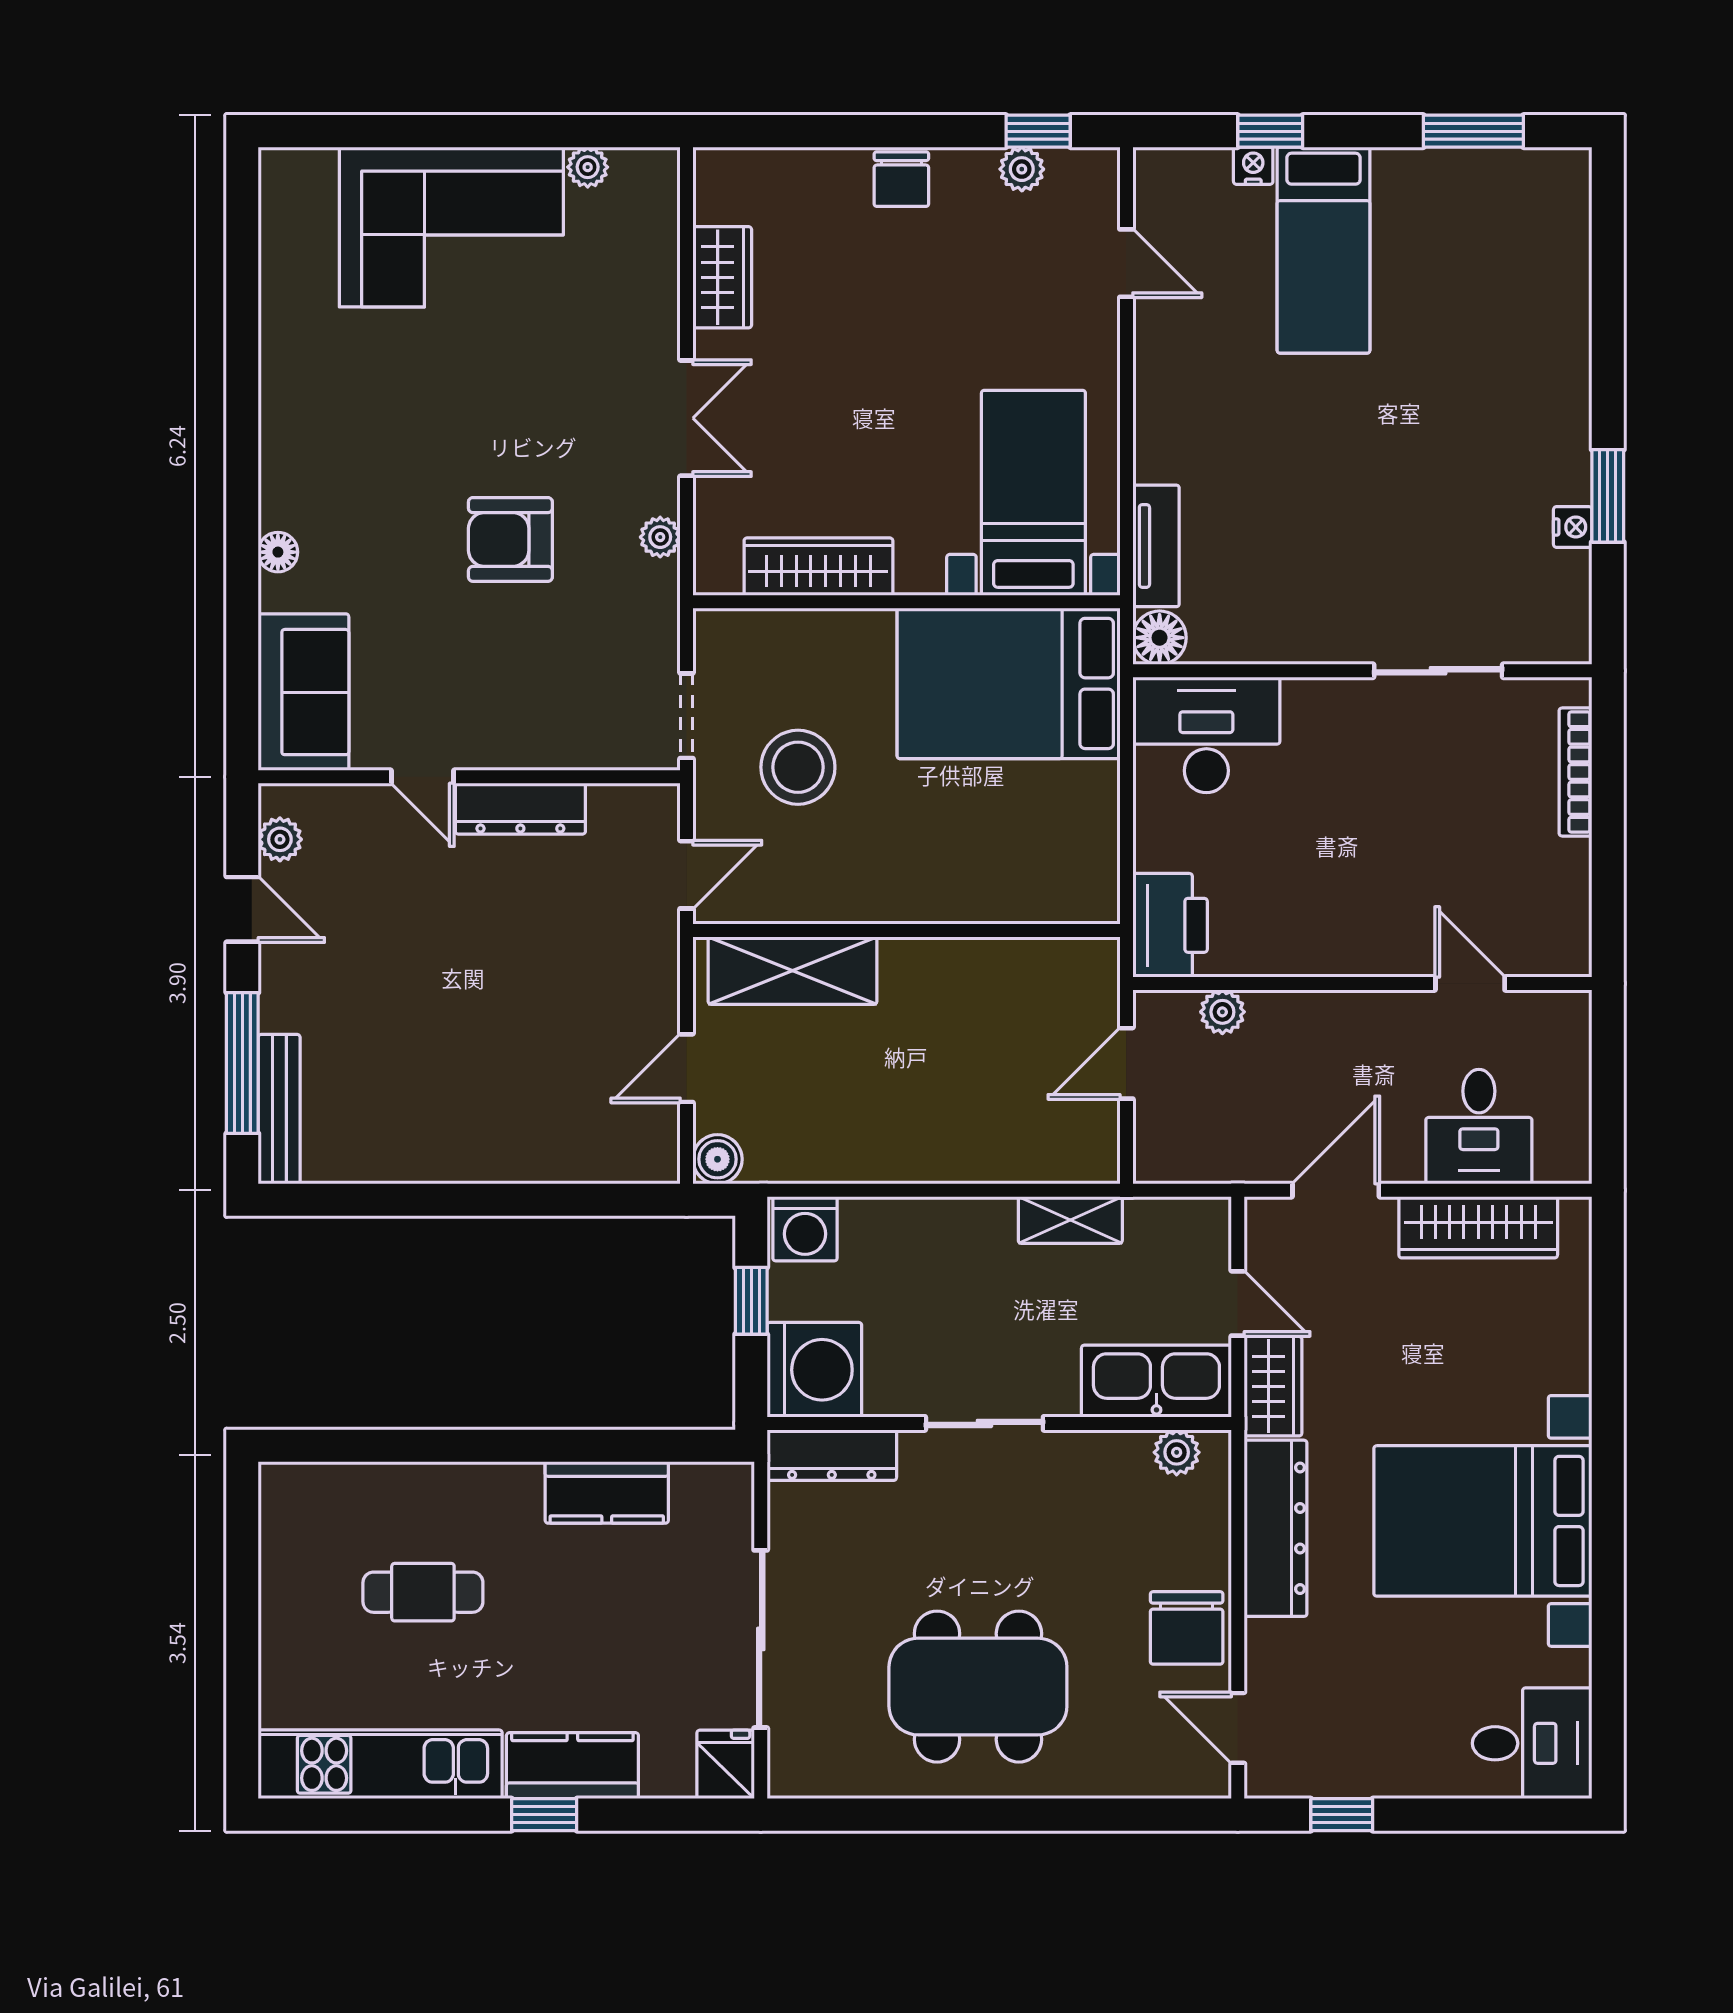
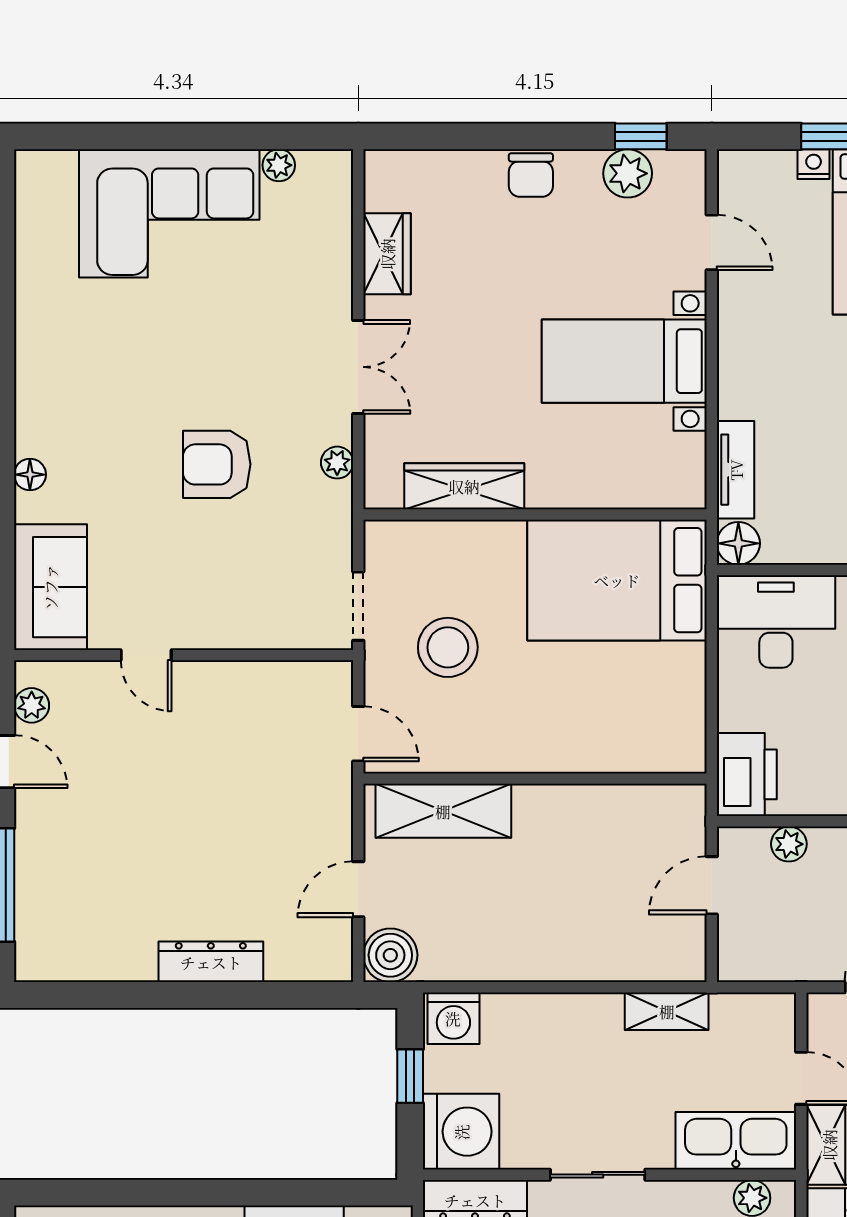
plant: (1022, 169) -> (628, 173), width x1.38, depth x1.38
bed with nightstands: (1033, 493) -> (624, 361), moved, turned -90
dresser: (520, 809) -> (211, 962), moved, turned 180
door: (687, 875) -> (358, 734), hinge flipped
bench: (279, 1109) -> (31, 922), removed
boiler: (717, 1159) -> (390, 955), width x1.36, depth x1.36

